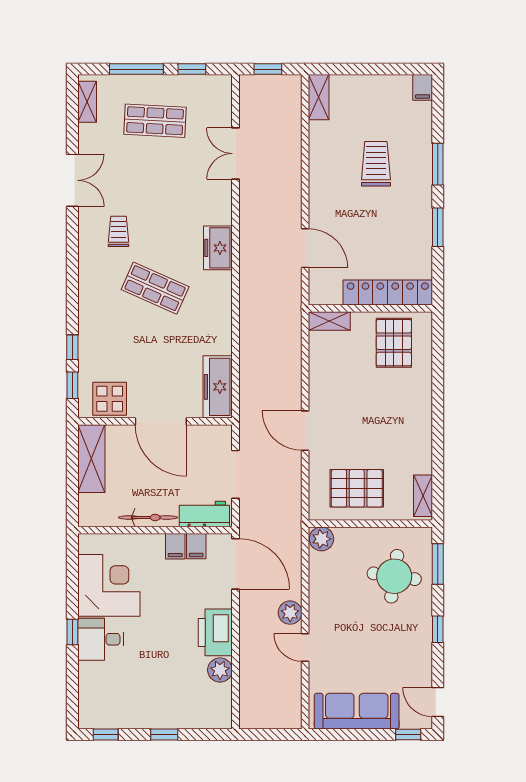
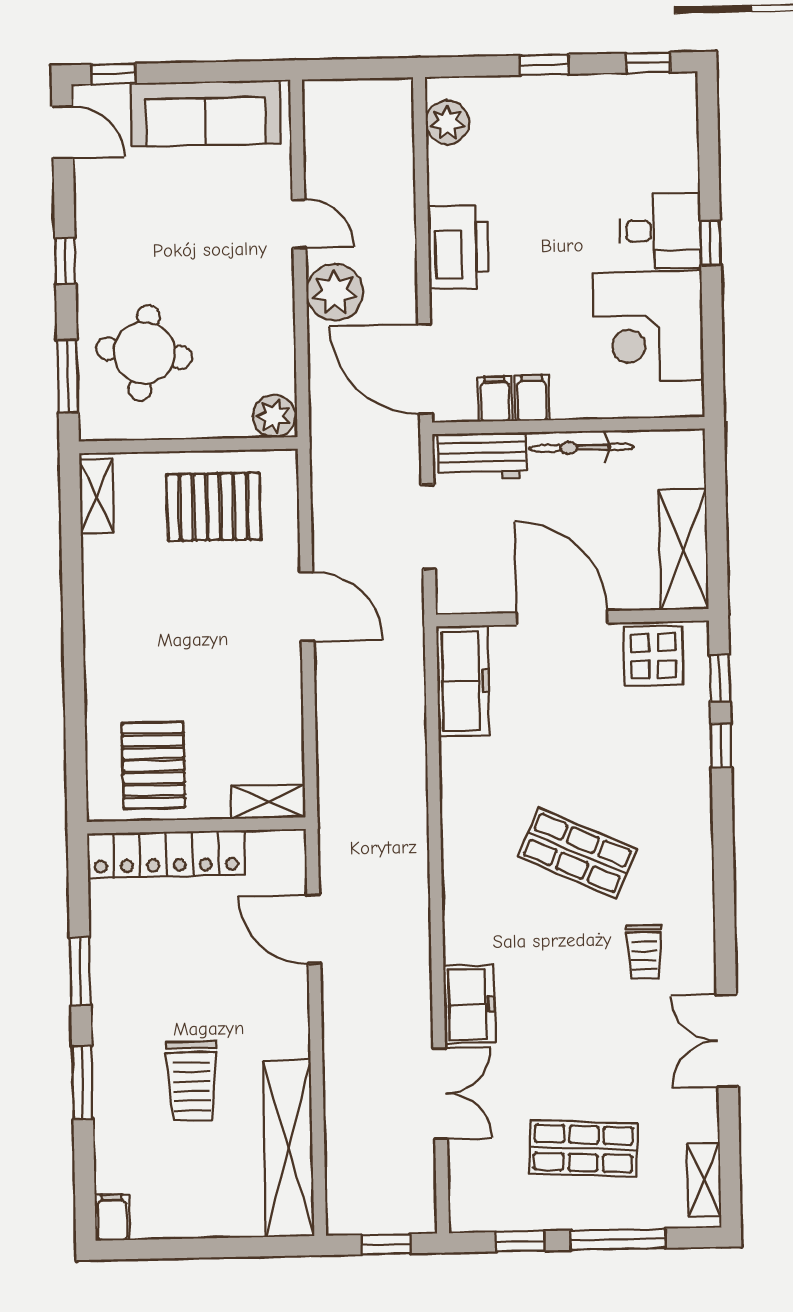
shelving: (319, 97) -> (289, 1148), width x2.20, depth x1.33
freezer: (218, 248) -> (469, 1004), moved
plant: (290, 613) -> (335, 292), width x1.36, depth x1.36
plant: (220, 670) -> (447, 122), moved

